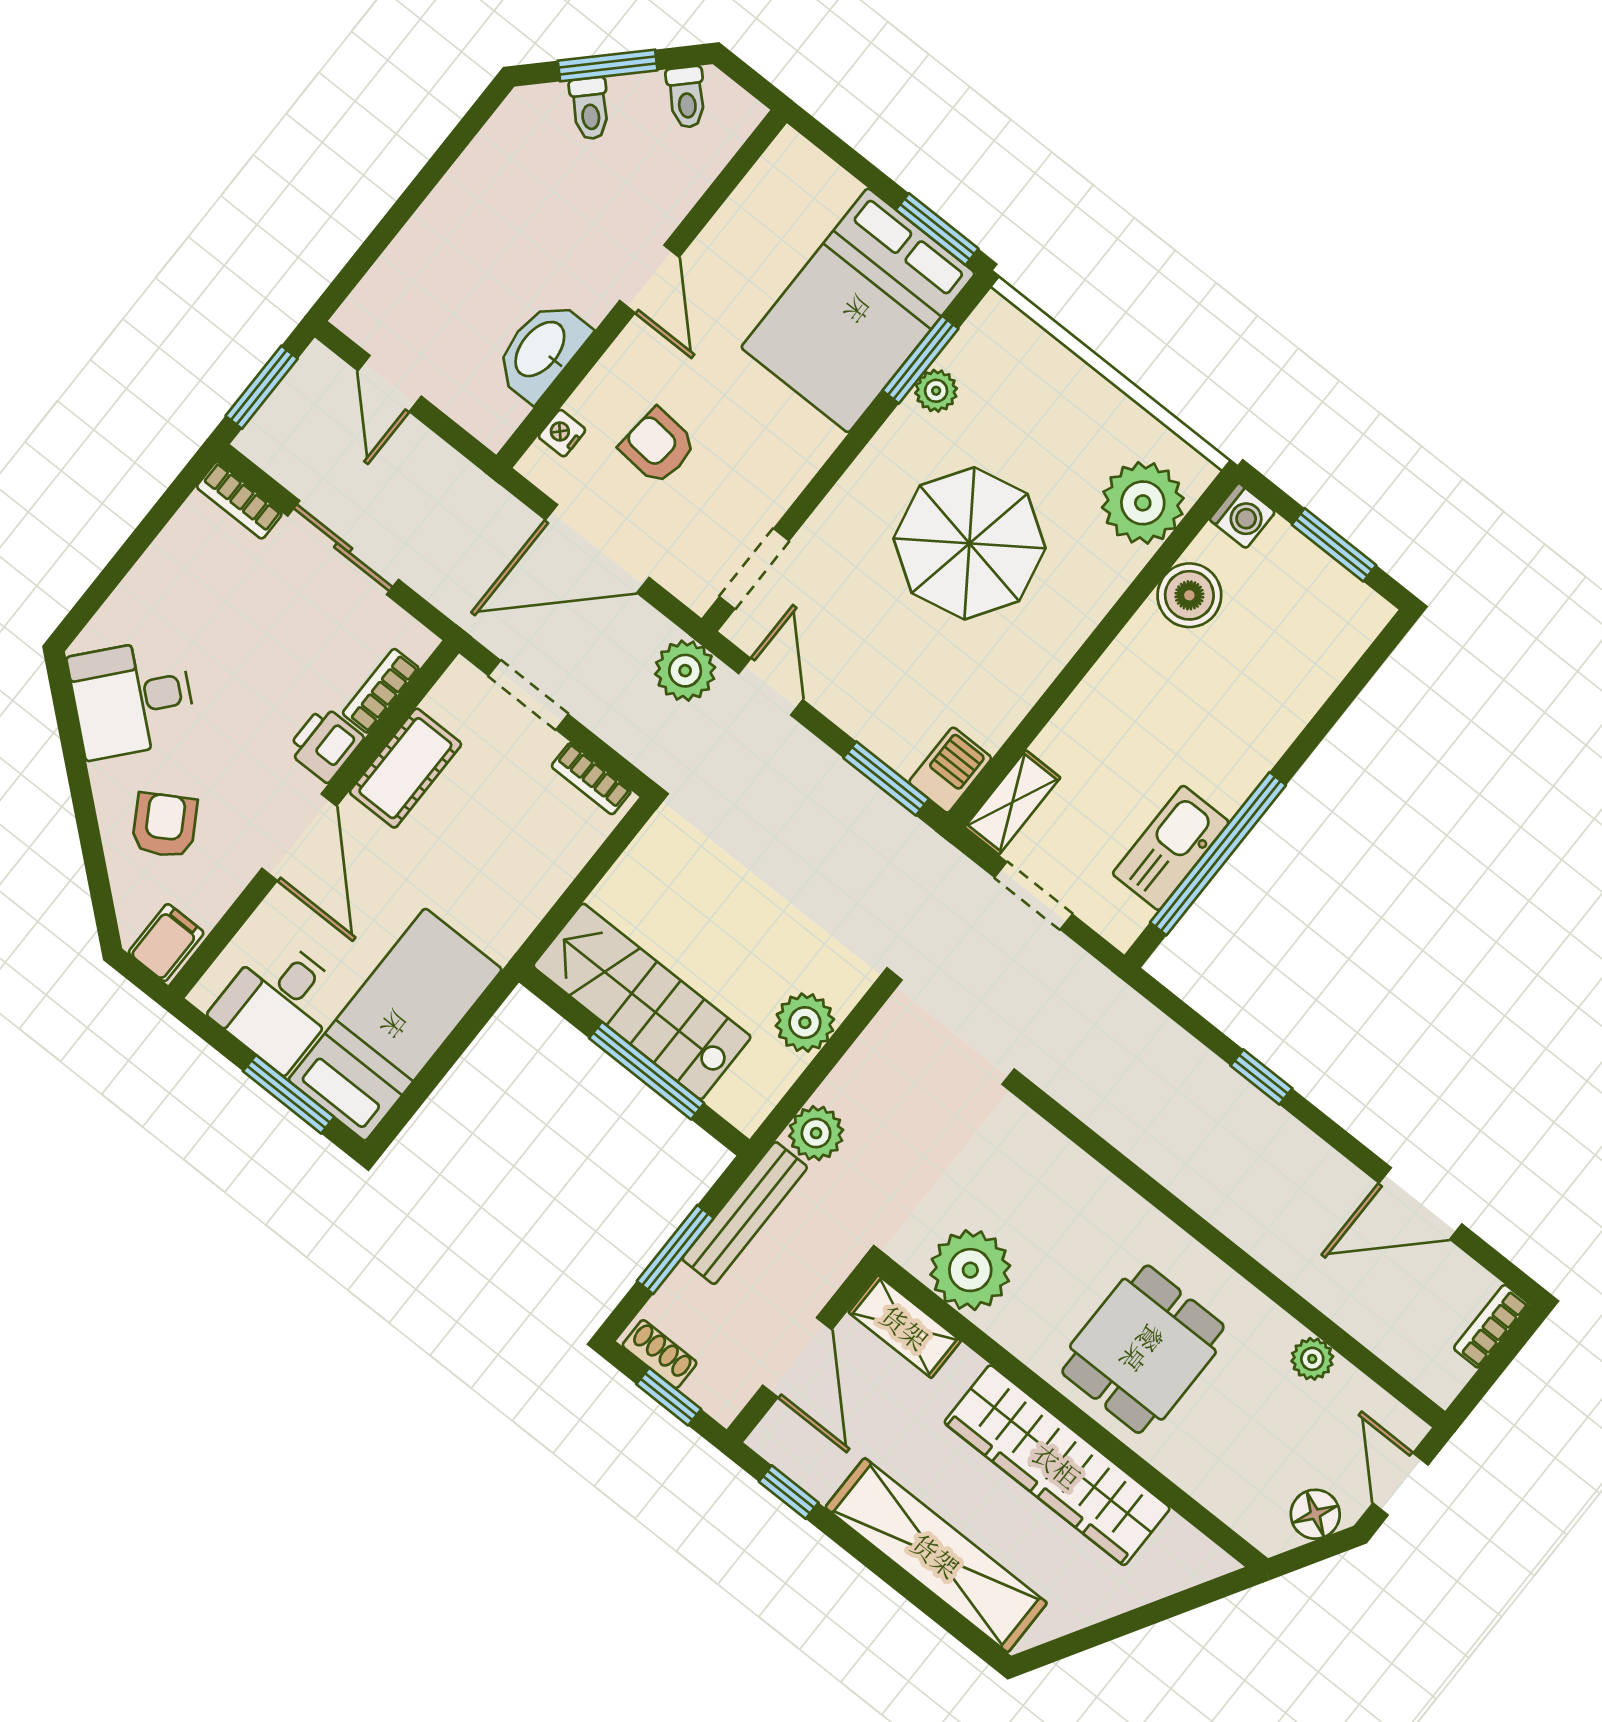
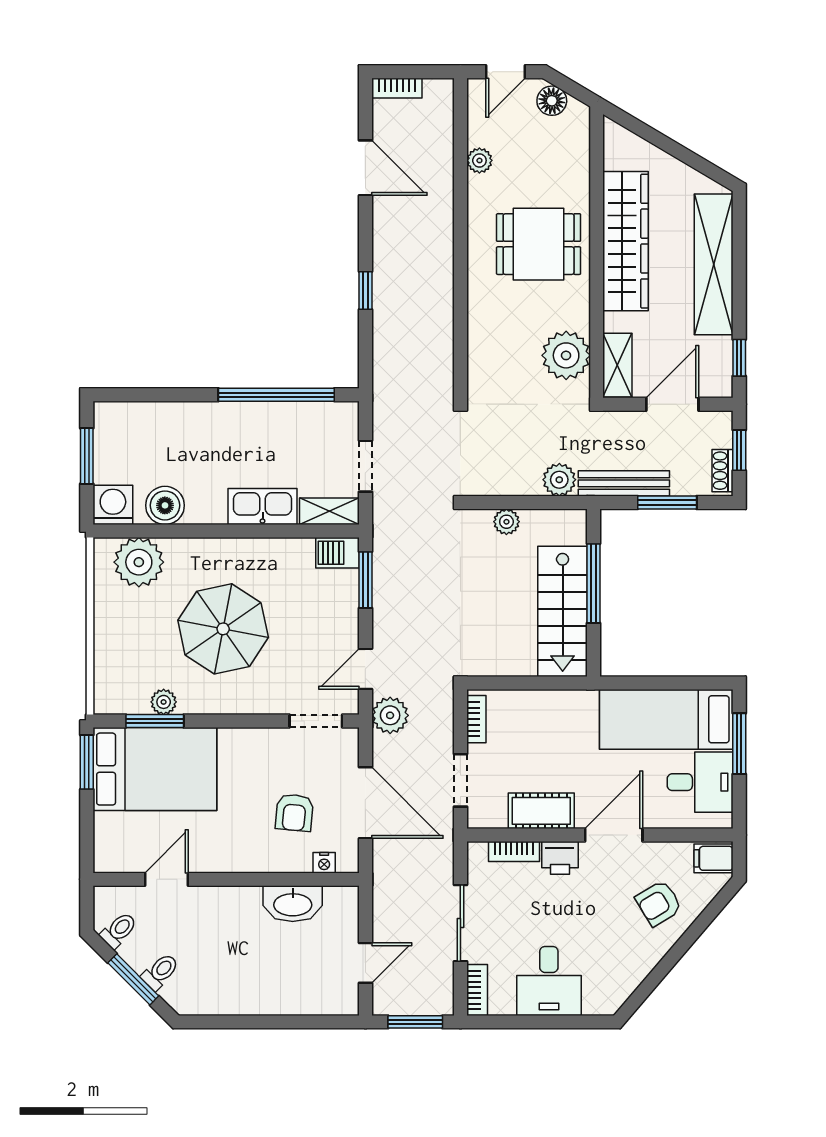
door: (649, 279) -> (166, 879), moved
washing machine: (1242, 516) -> (113, 505), width x1.38, depth x1.38
desk: (132, 699) -> (549, 981), moved, turned 49
kitchen sink: (1171, 848) -> (263, 506), moved, turned 180
plant: (805, 1023) -> (506, 522), width x0.73, depth x0.73

